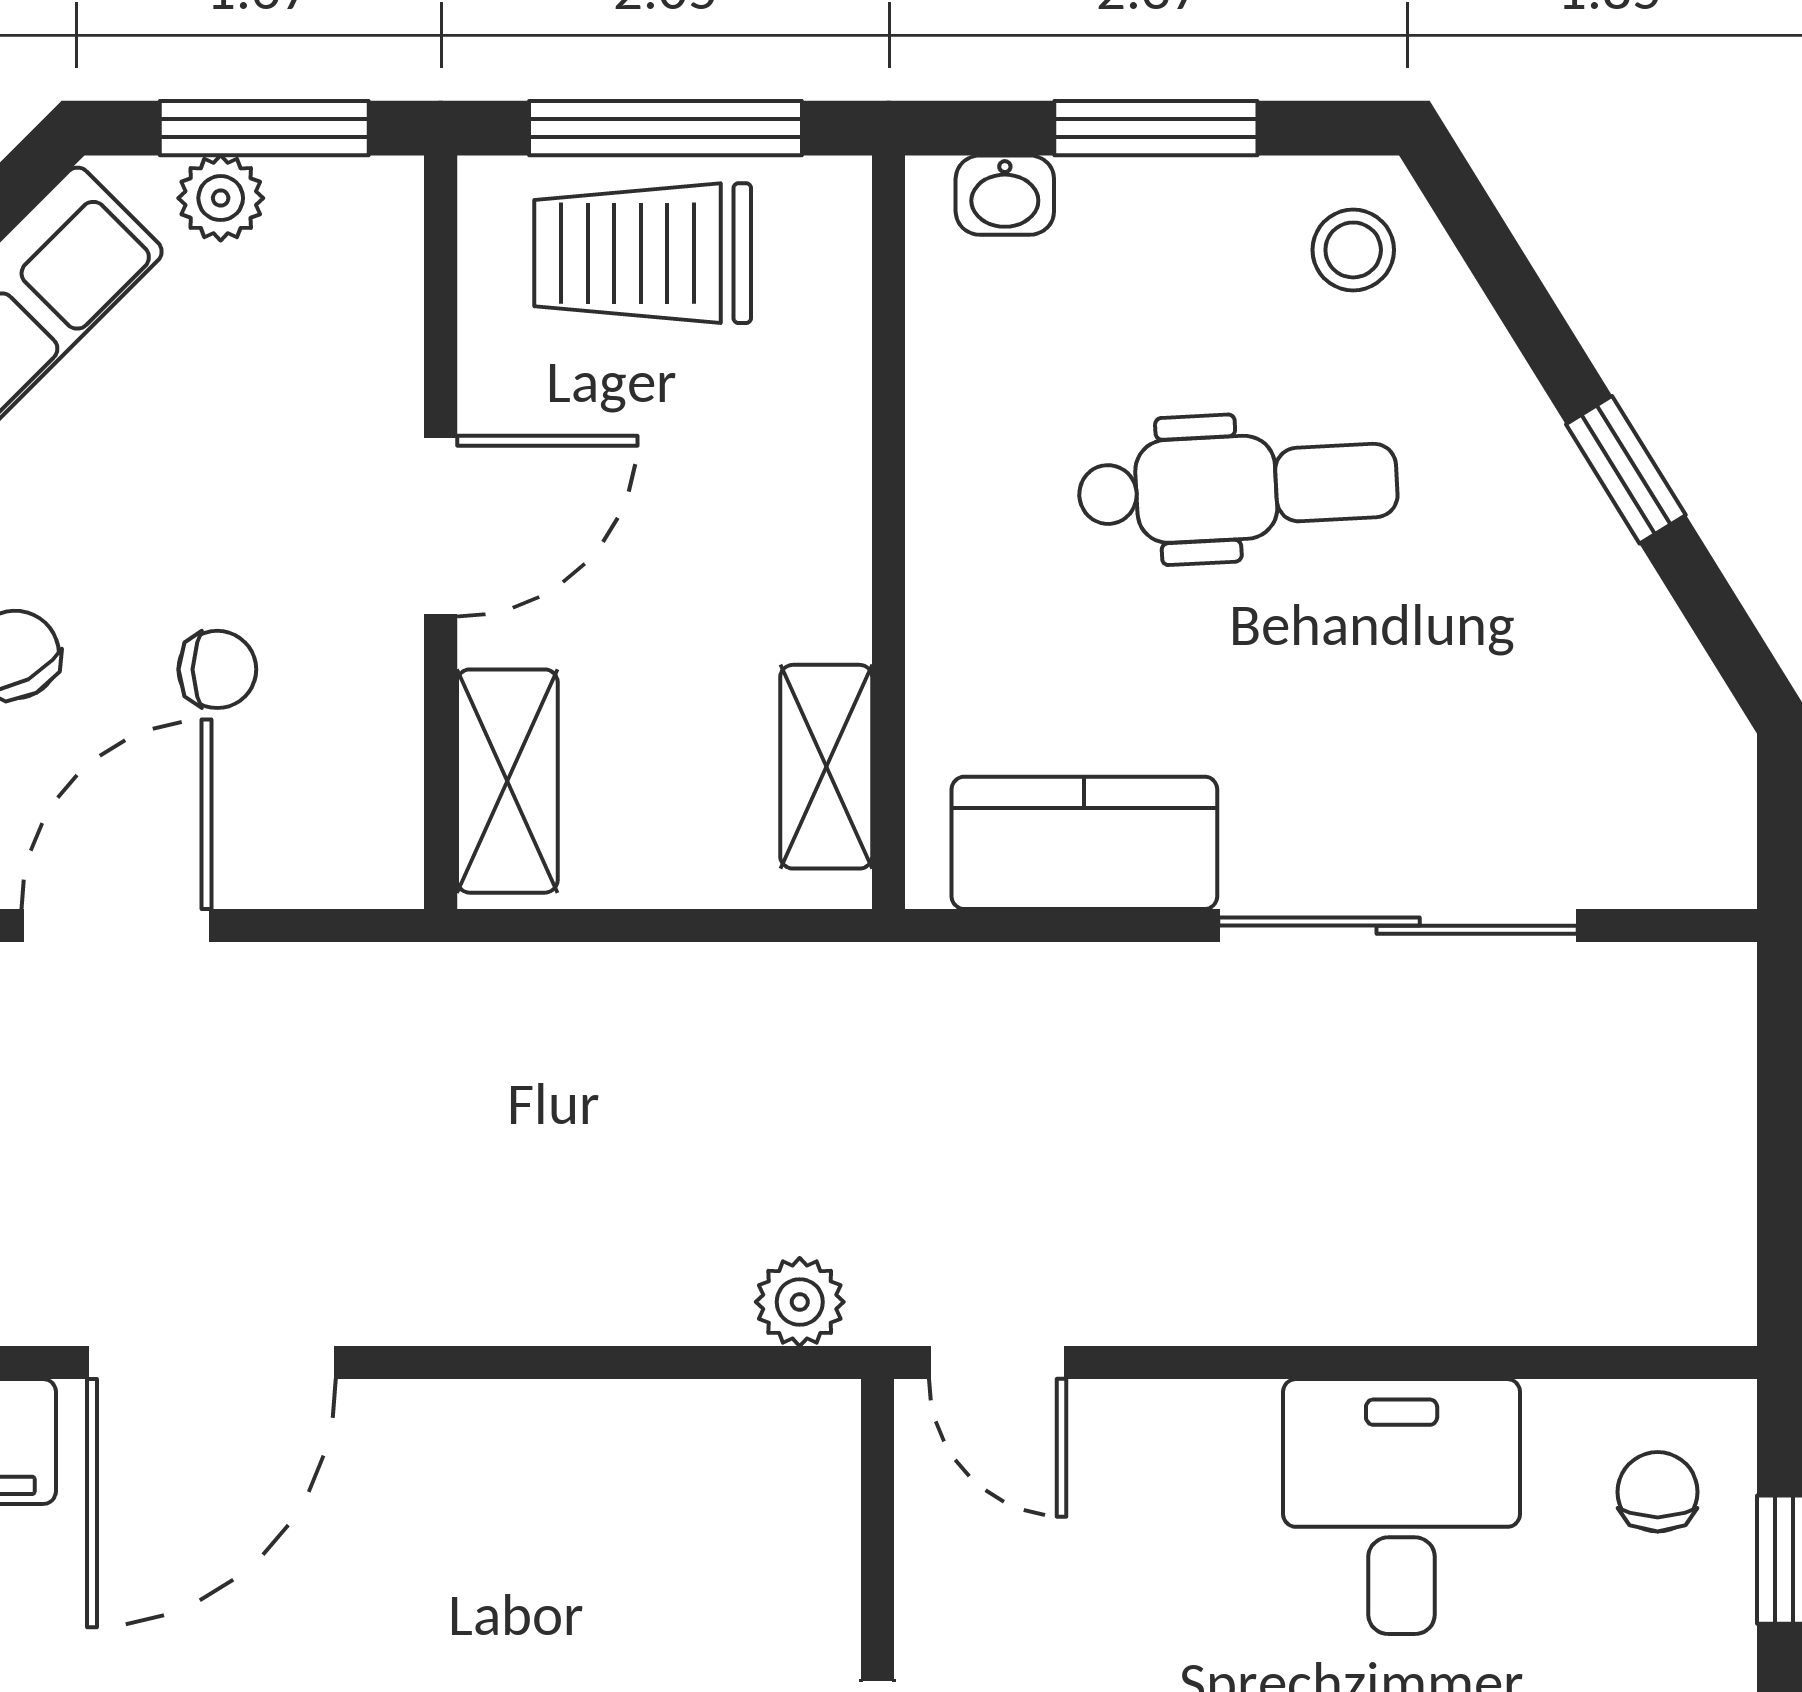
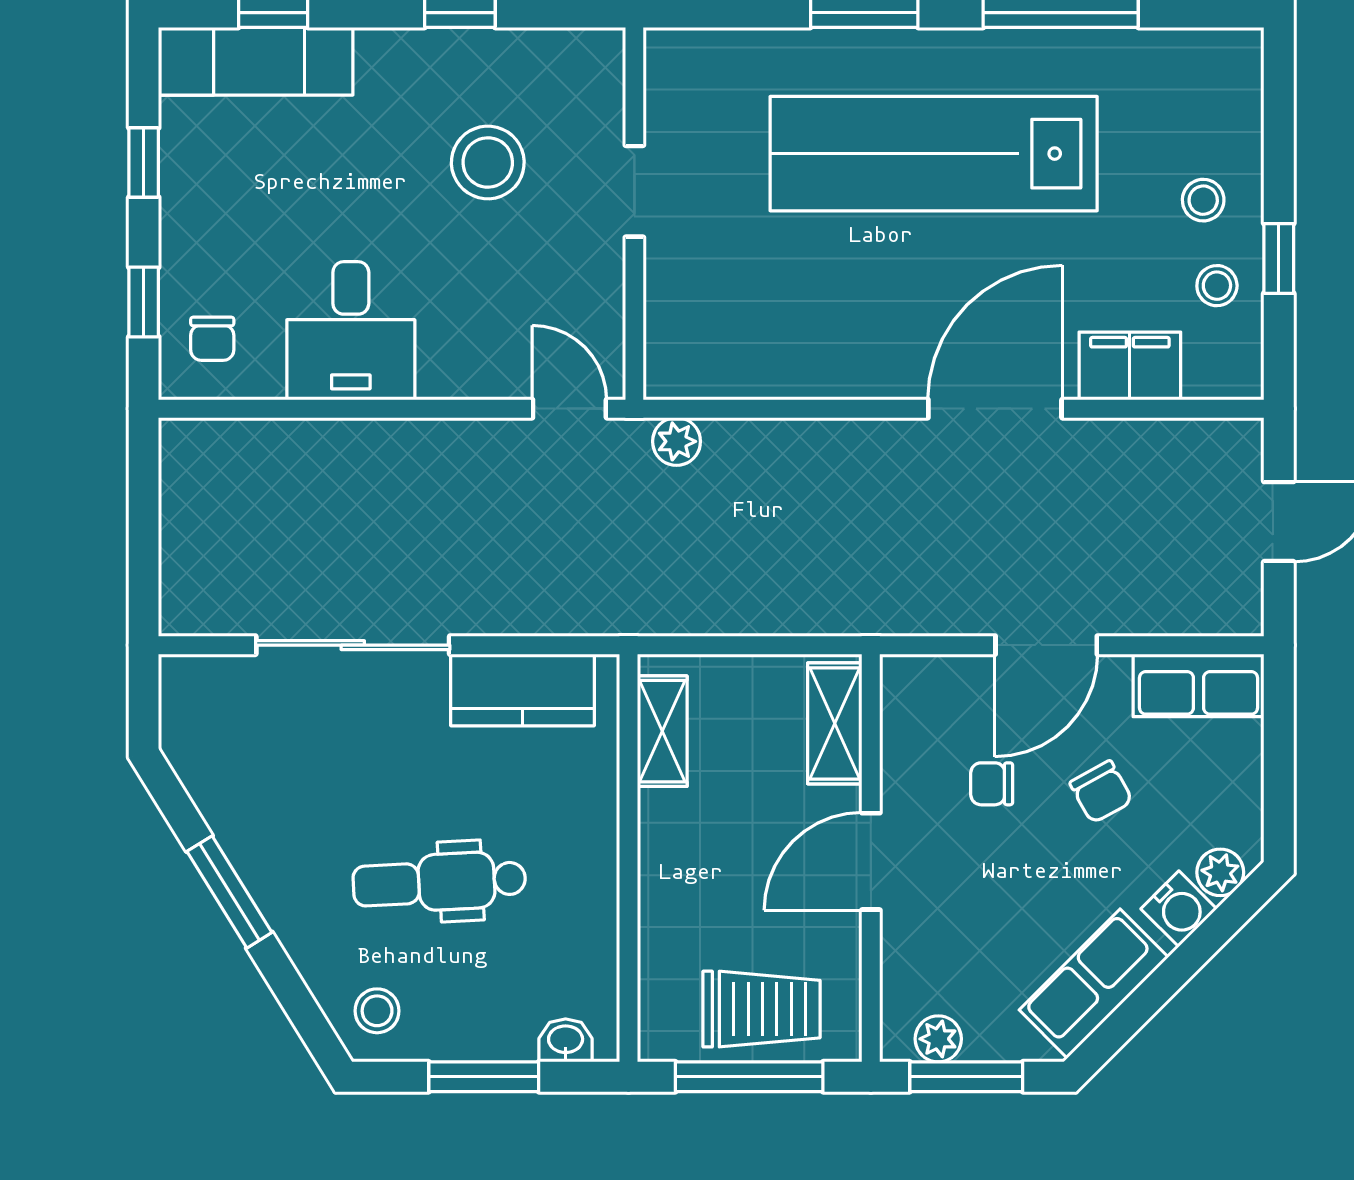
plant: (221, 198) -> (938, 1039), moved
window: (1626, 470) -> (229, 892), width x1.50

